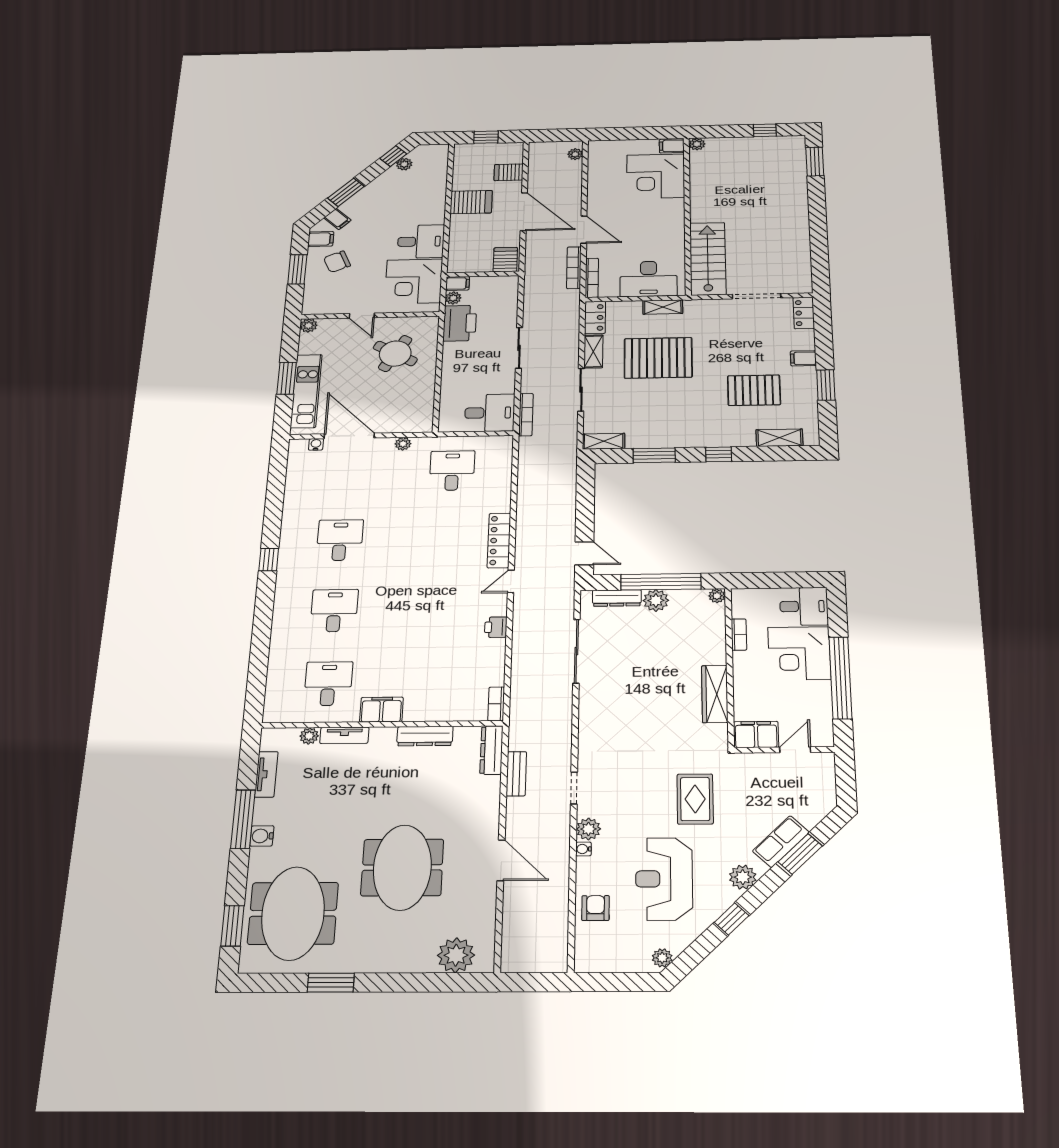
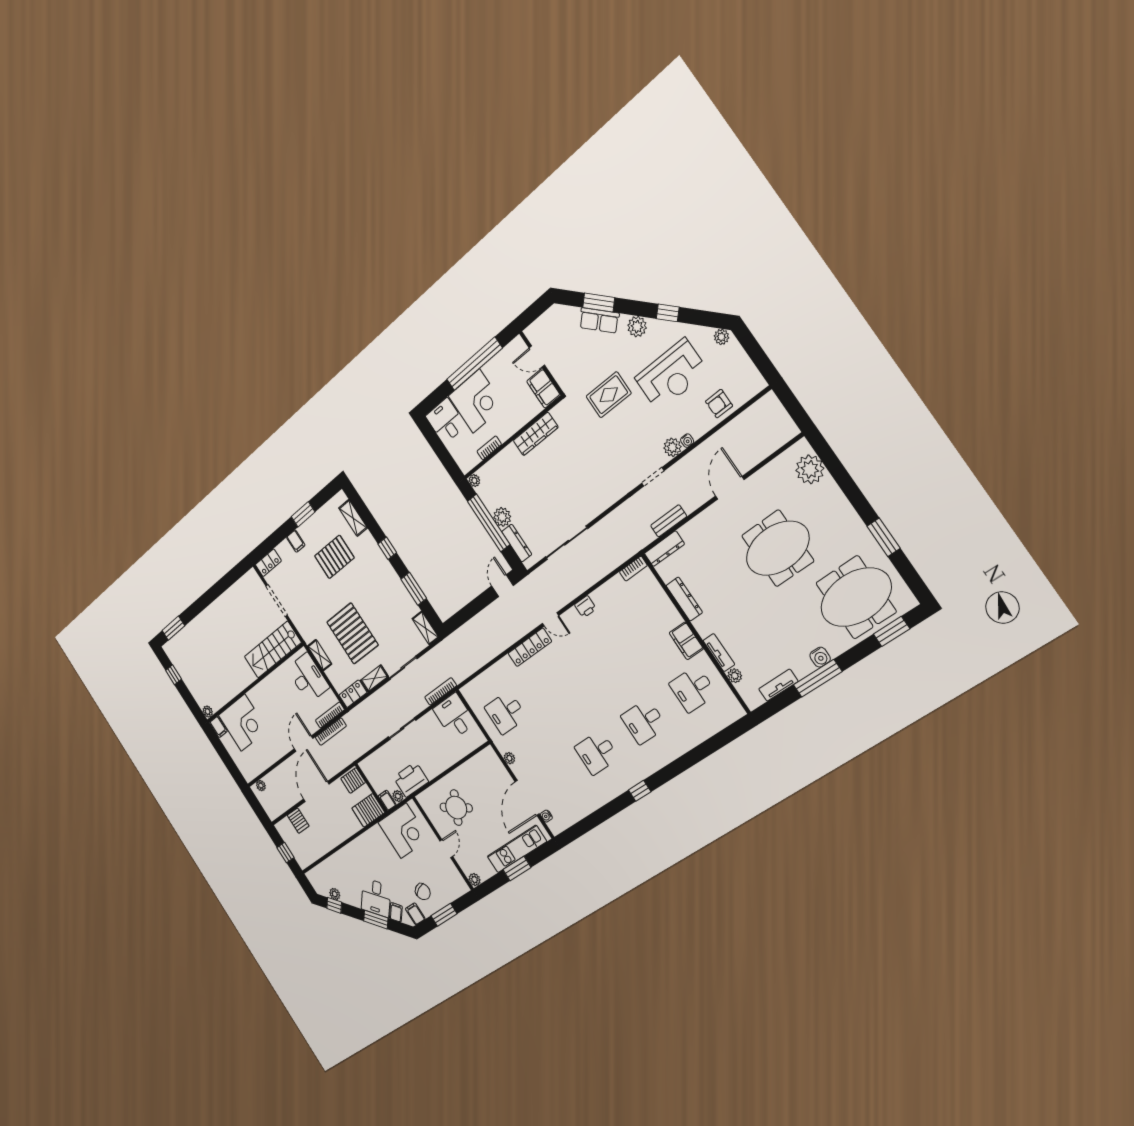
server rack: (471, 202) -> (368, 810), moved, turned -90
desk: (421, 241) -> (376, 898), moved, turned -136
pallet: (754, 390) -> (334, 557), turned 90

